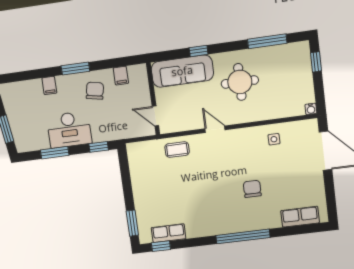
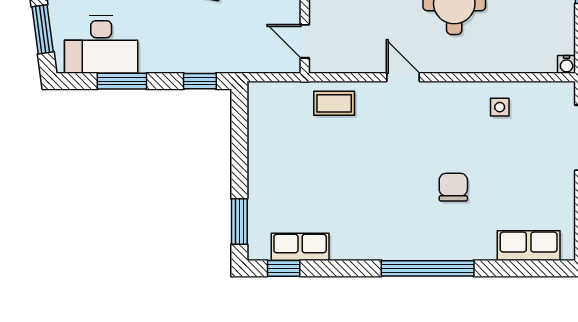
desk: (69, 130) -> (101, 45), moved

